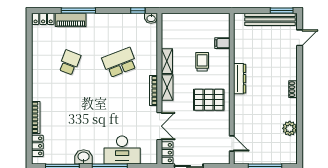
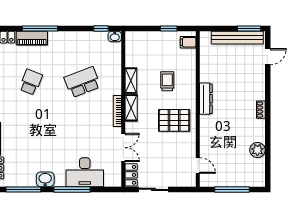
window: (204, 11) -> (169, 29), added
filing cabinet: (222, 43) -> (188, 42), moved

